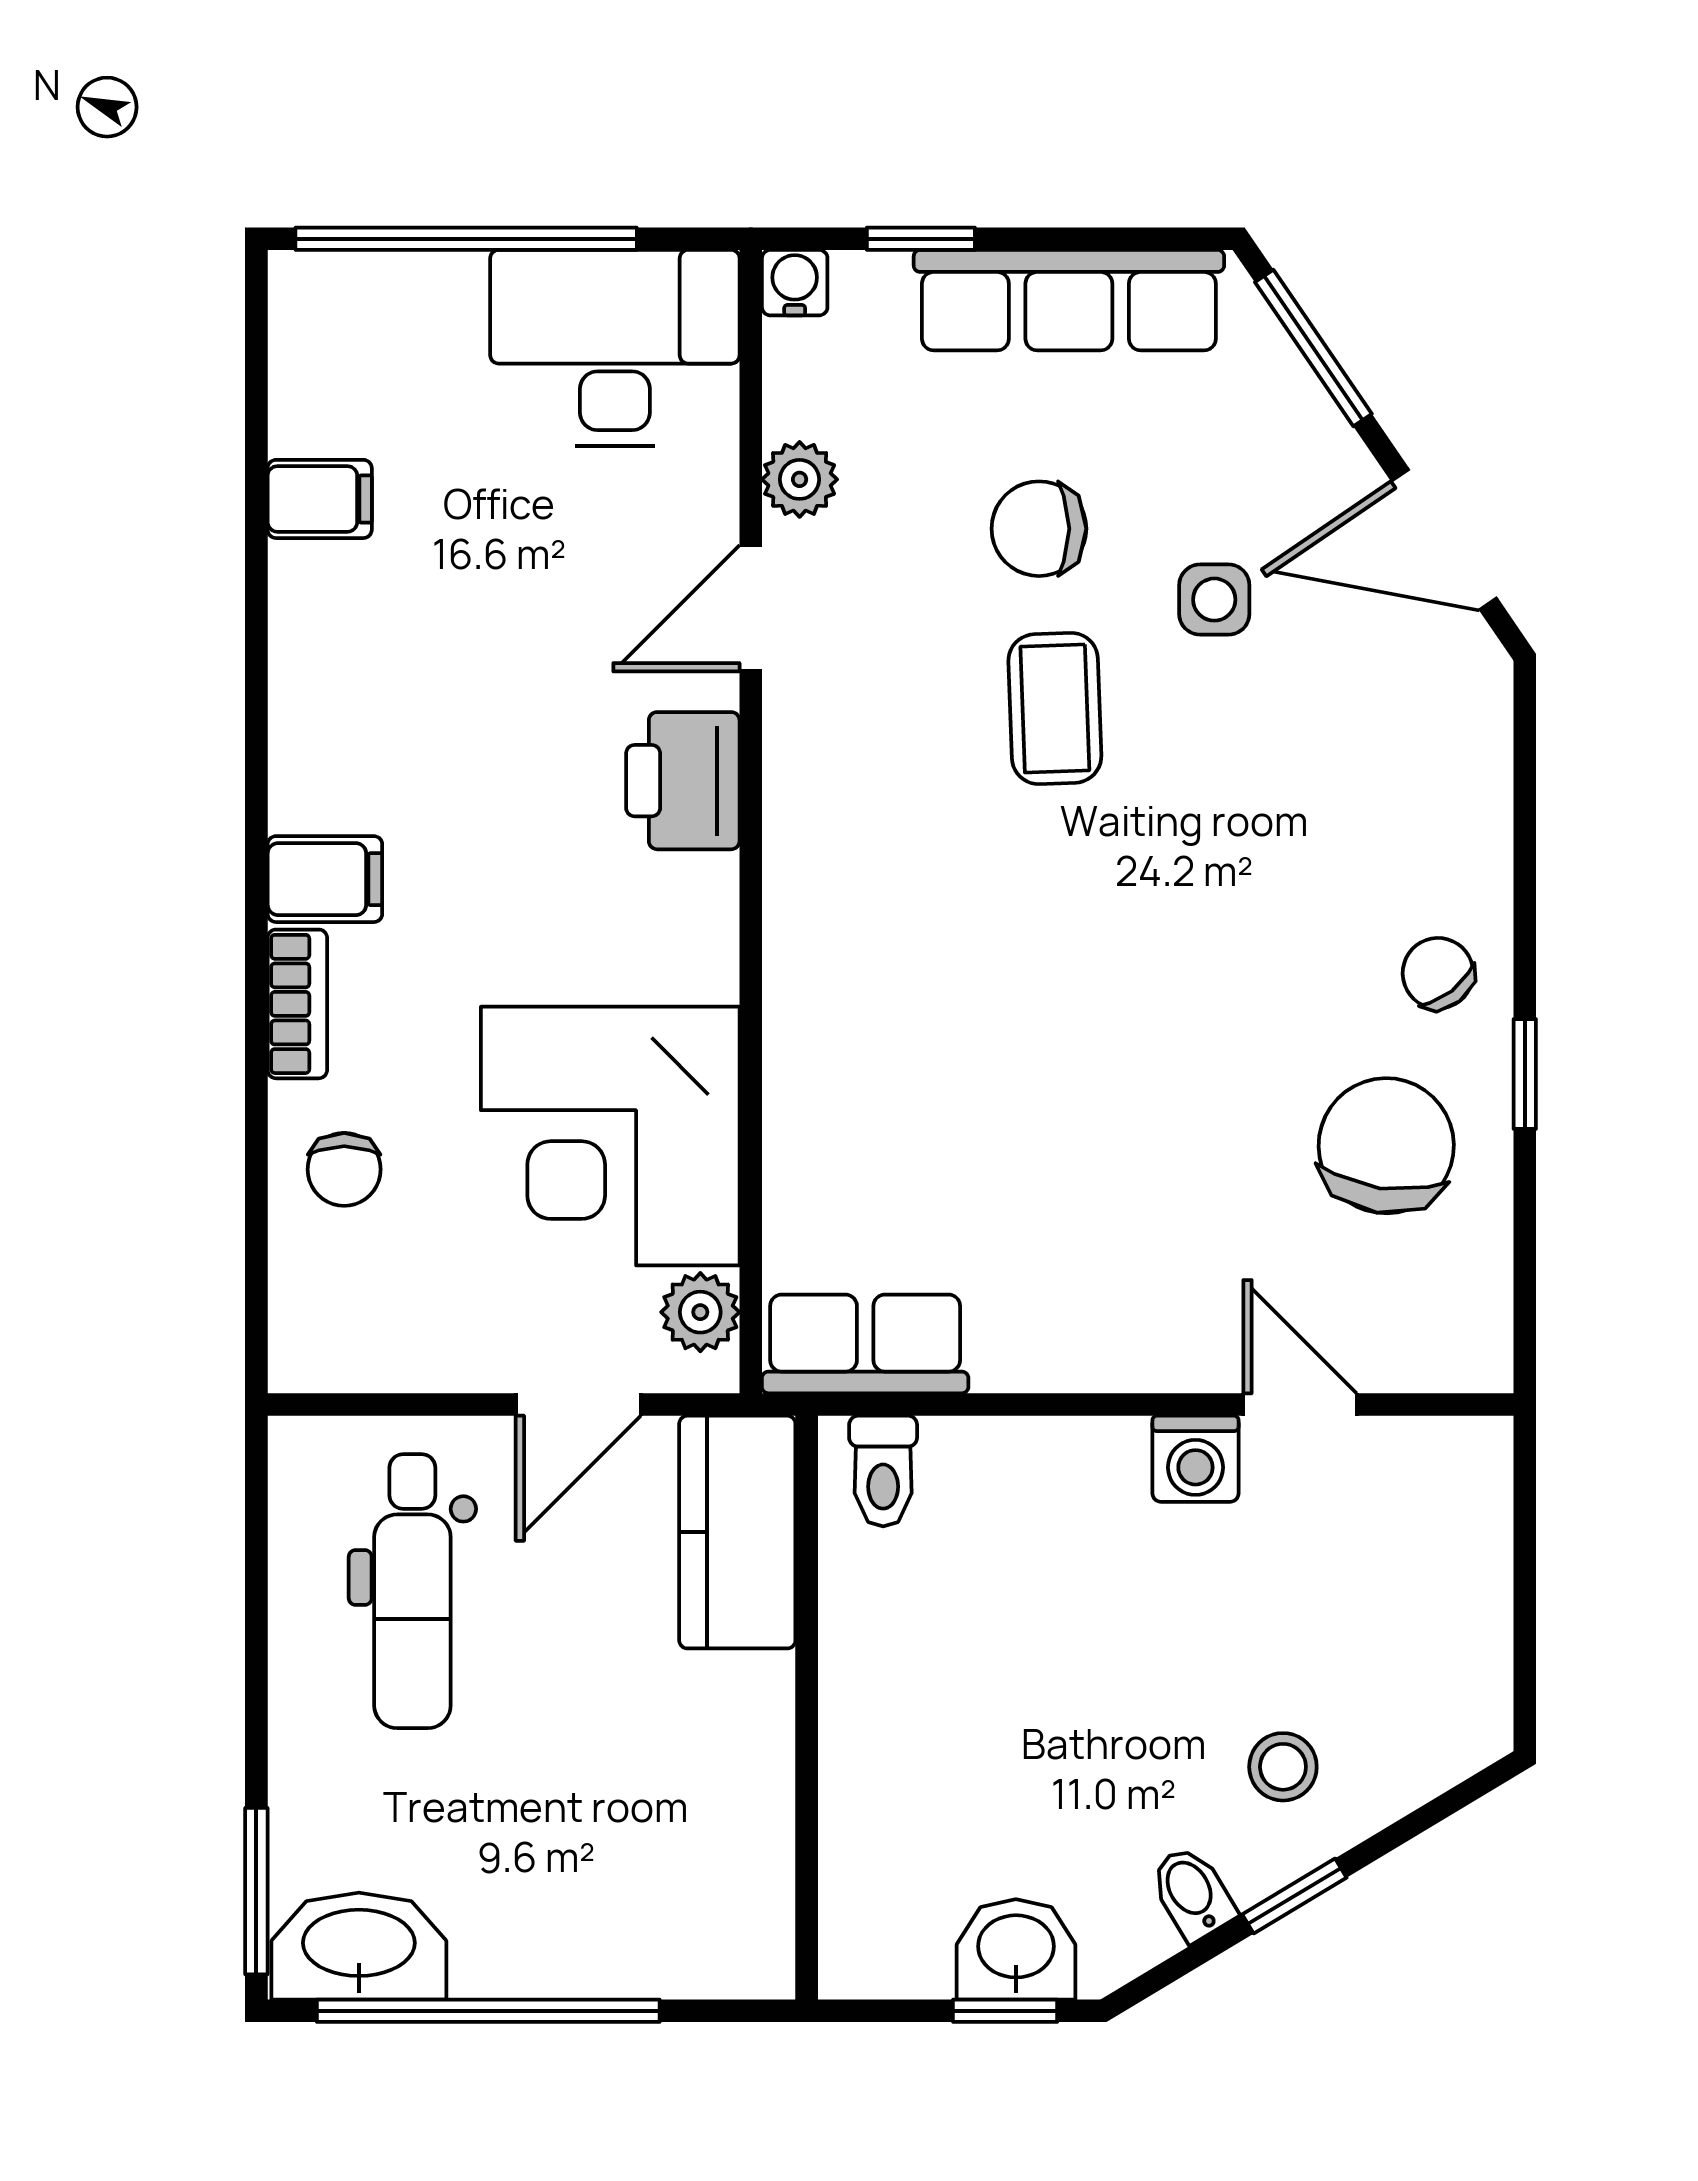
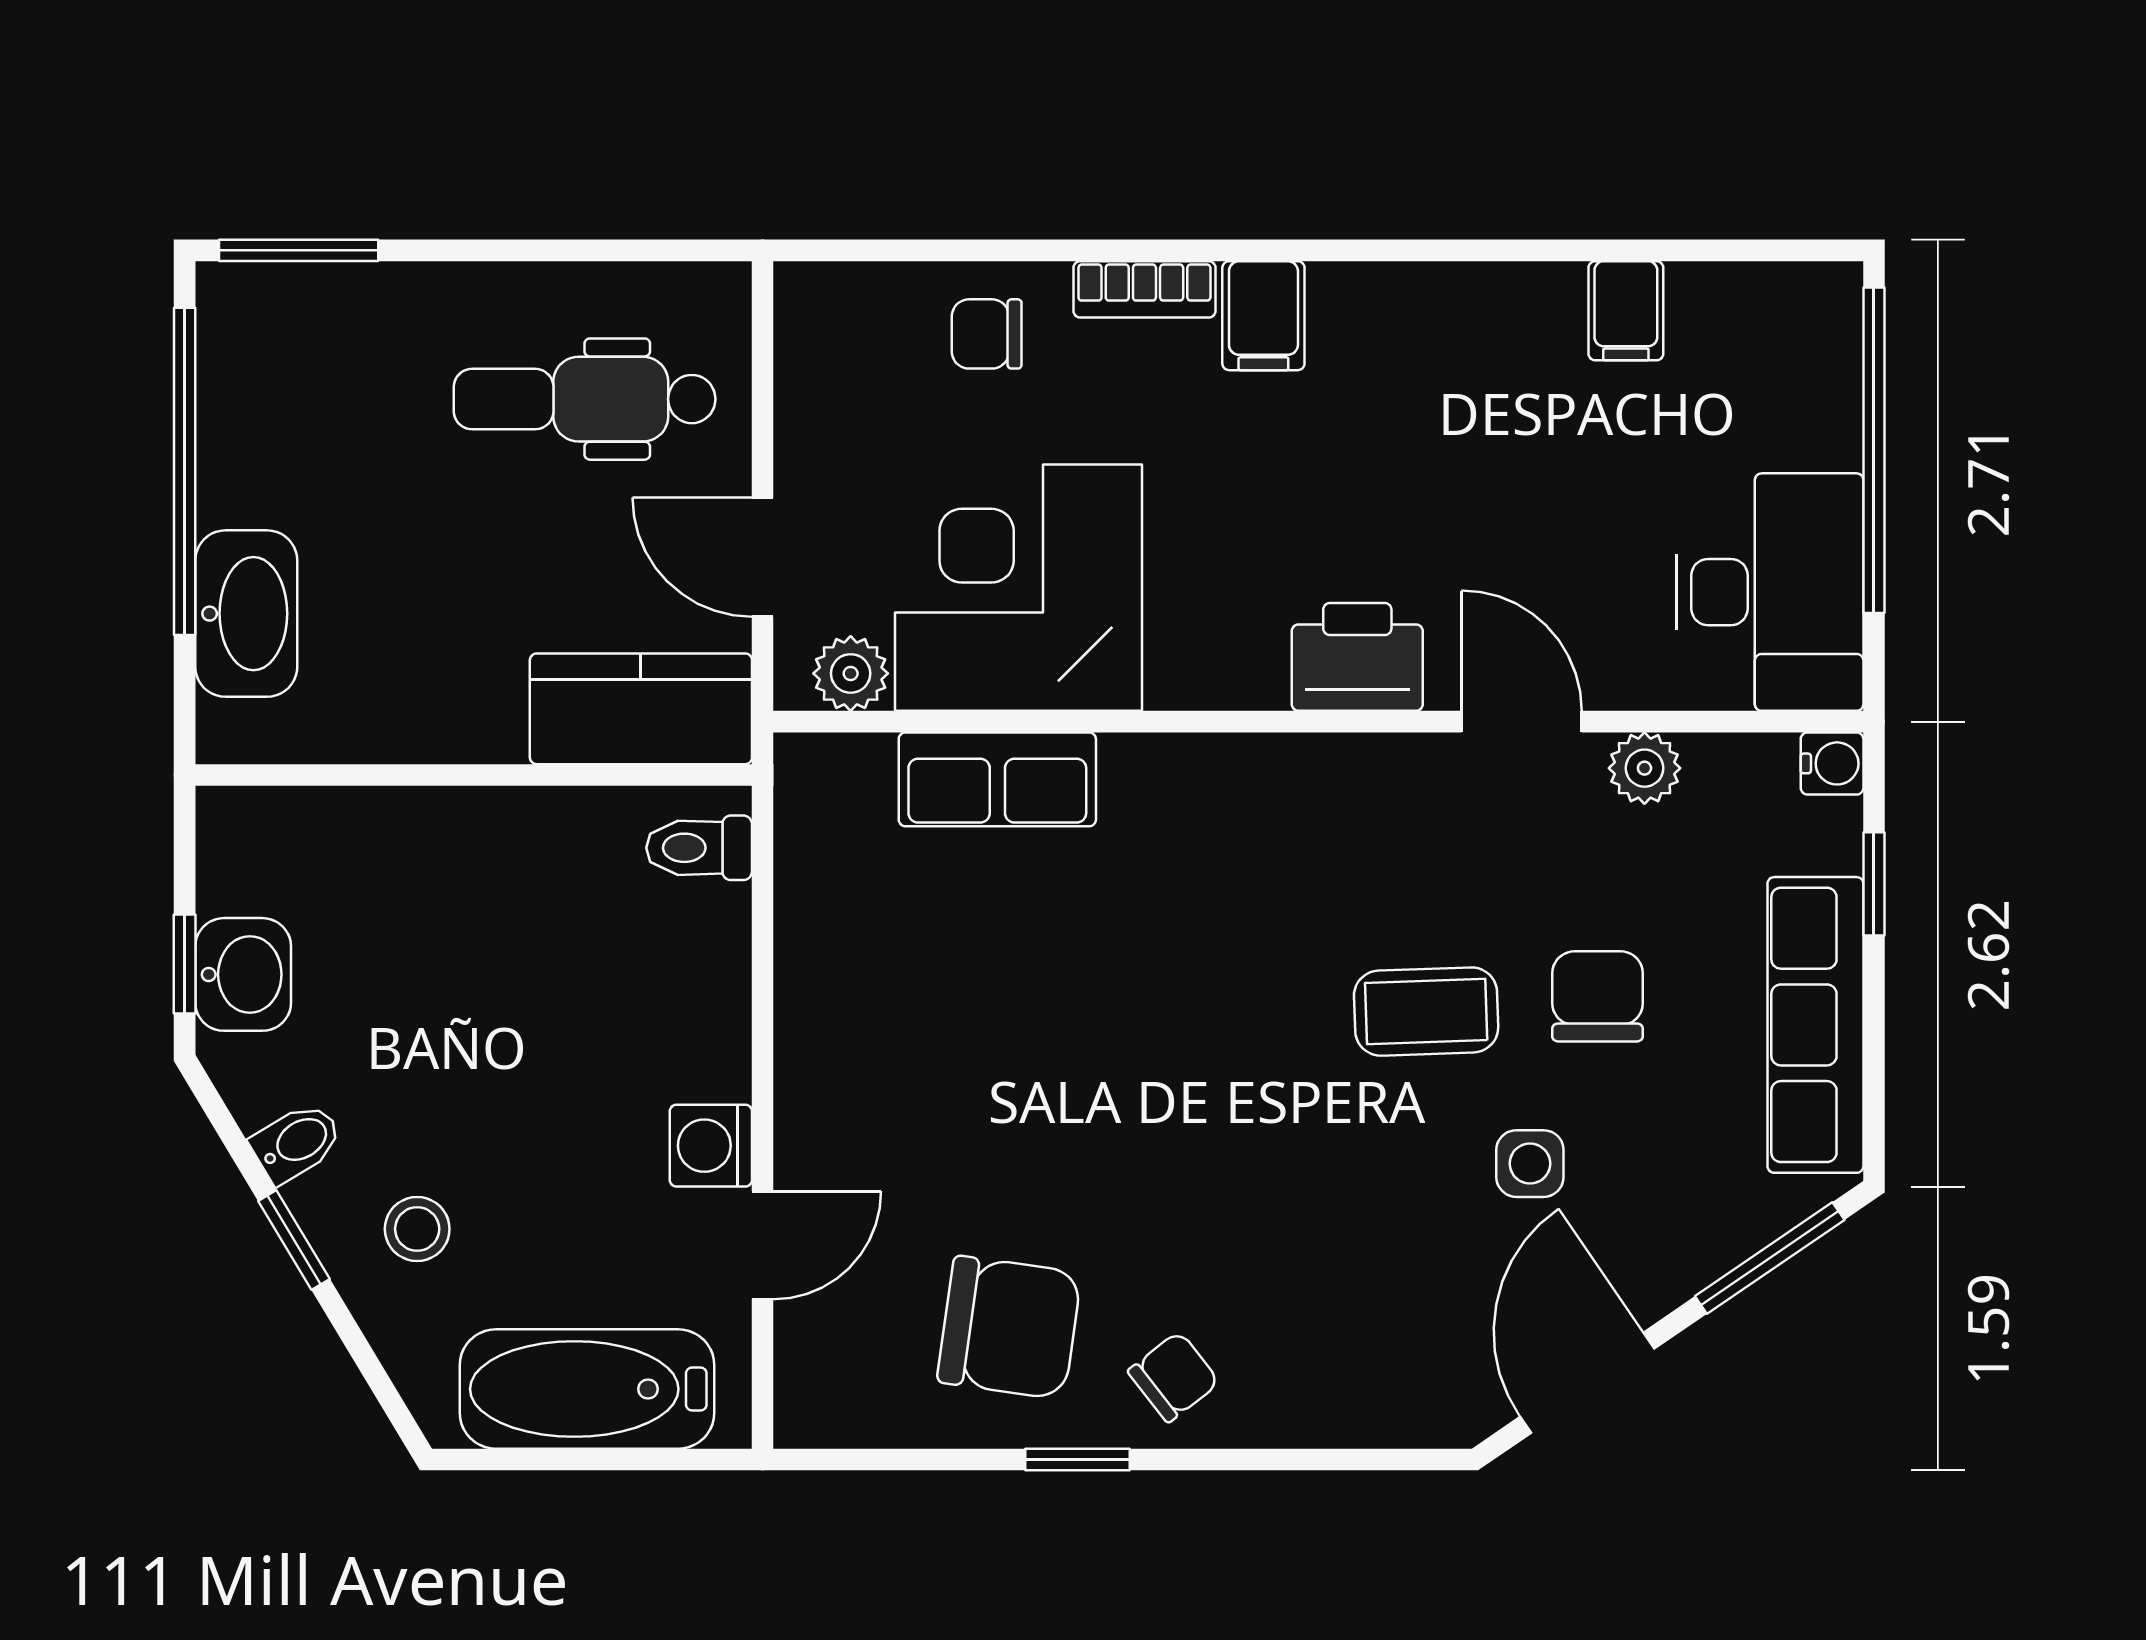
row of seats: (865, 1344) -> (997, 779), moved, turned 90
bathtub: (1451, 1589) -> (587, 1389), added
washbasin: (359, 1946) -> (246, 614), moved

